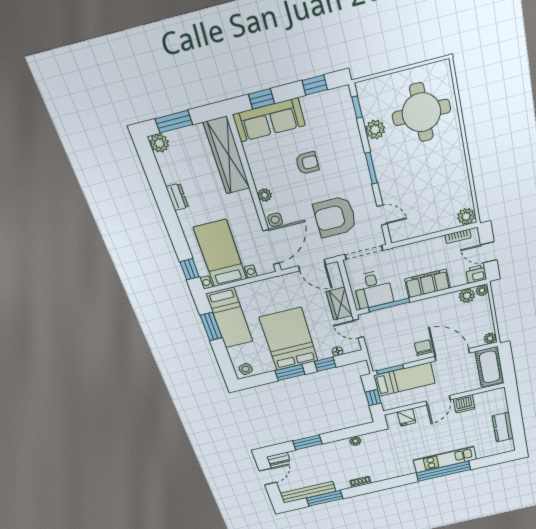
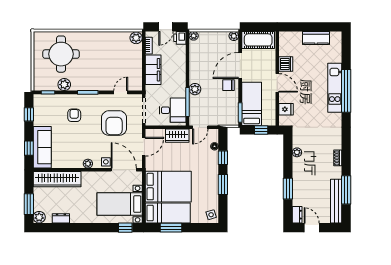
armchair: (307, 163) -> (74, 115), moved
dresser: (177, 197) -> (61, 218), moved
filing cabinet: (427, 283) -> (153, 70), moved, turned 180
plant: (467, 296) -> (195, 89), moved
bed: (289, 339) -> (168, 187), moved, turned 180

